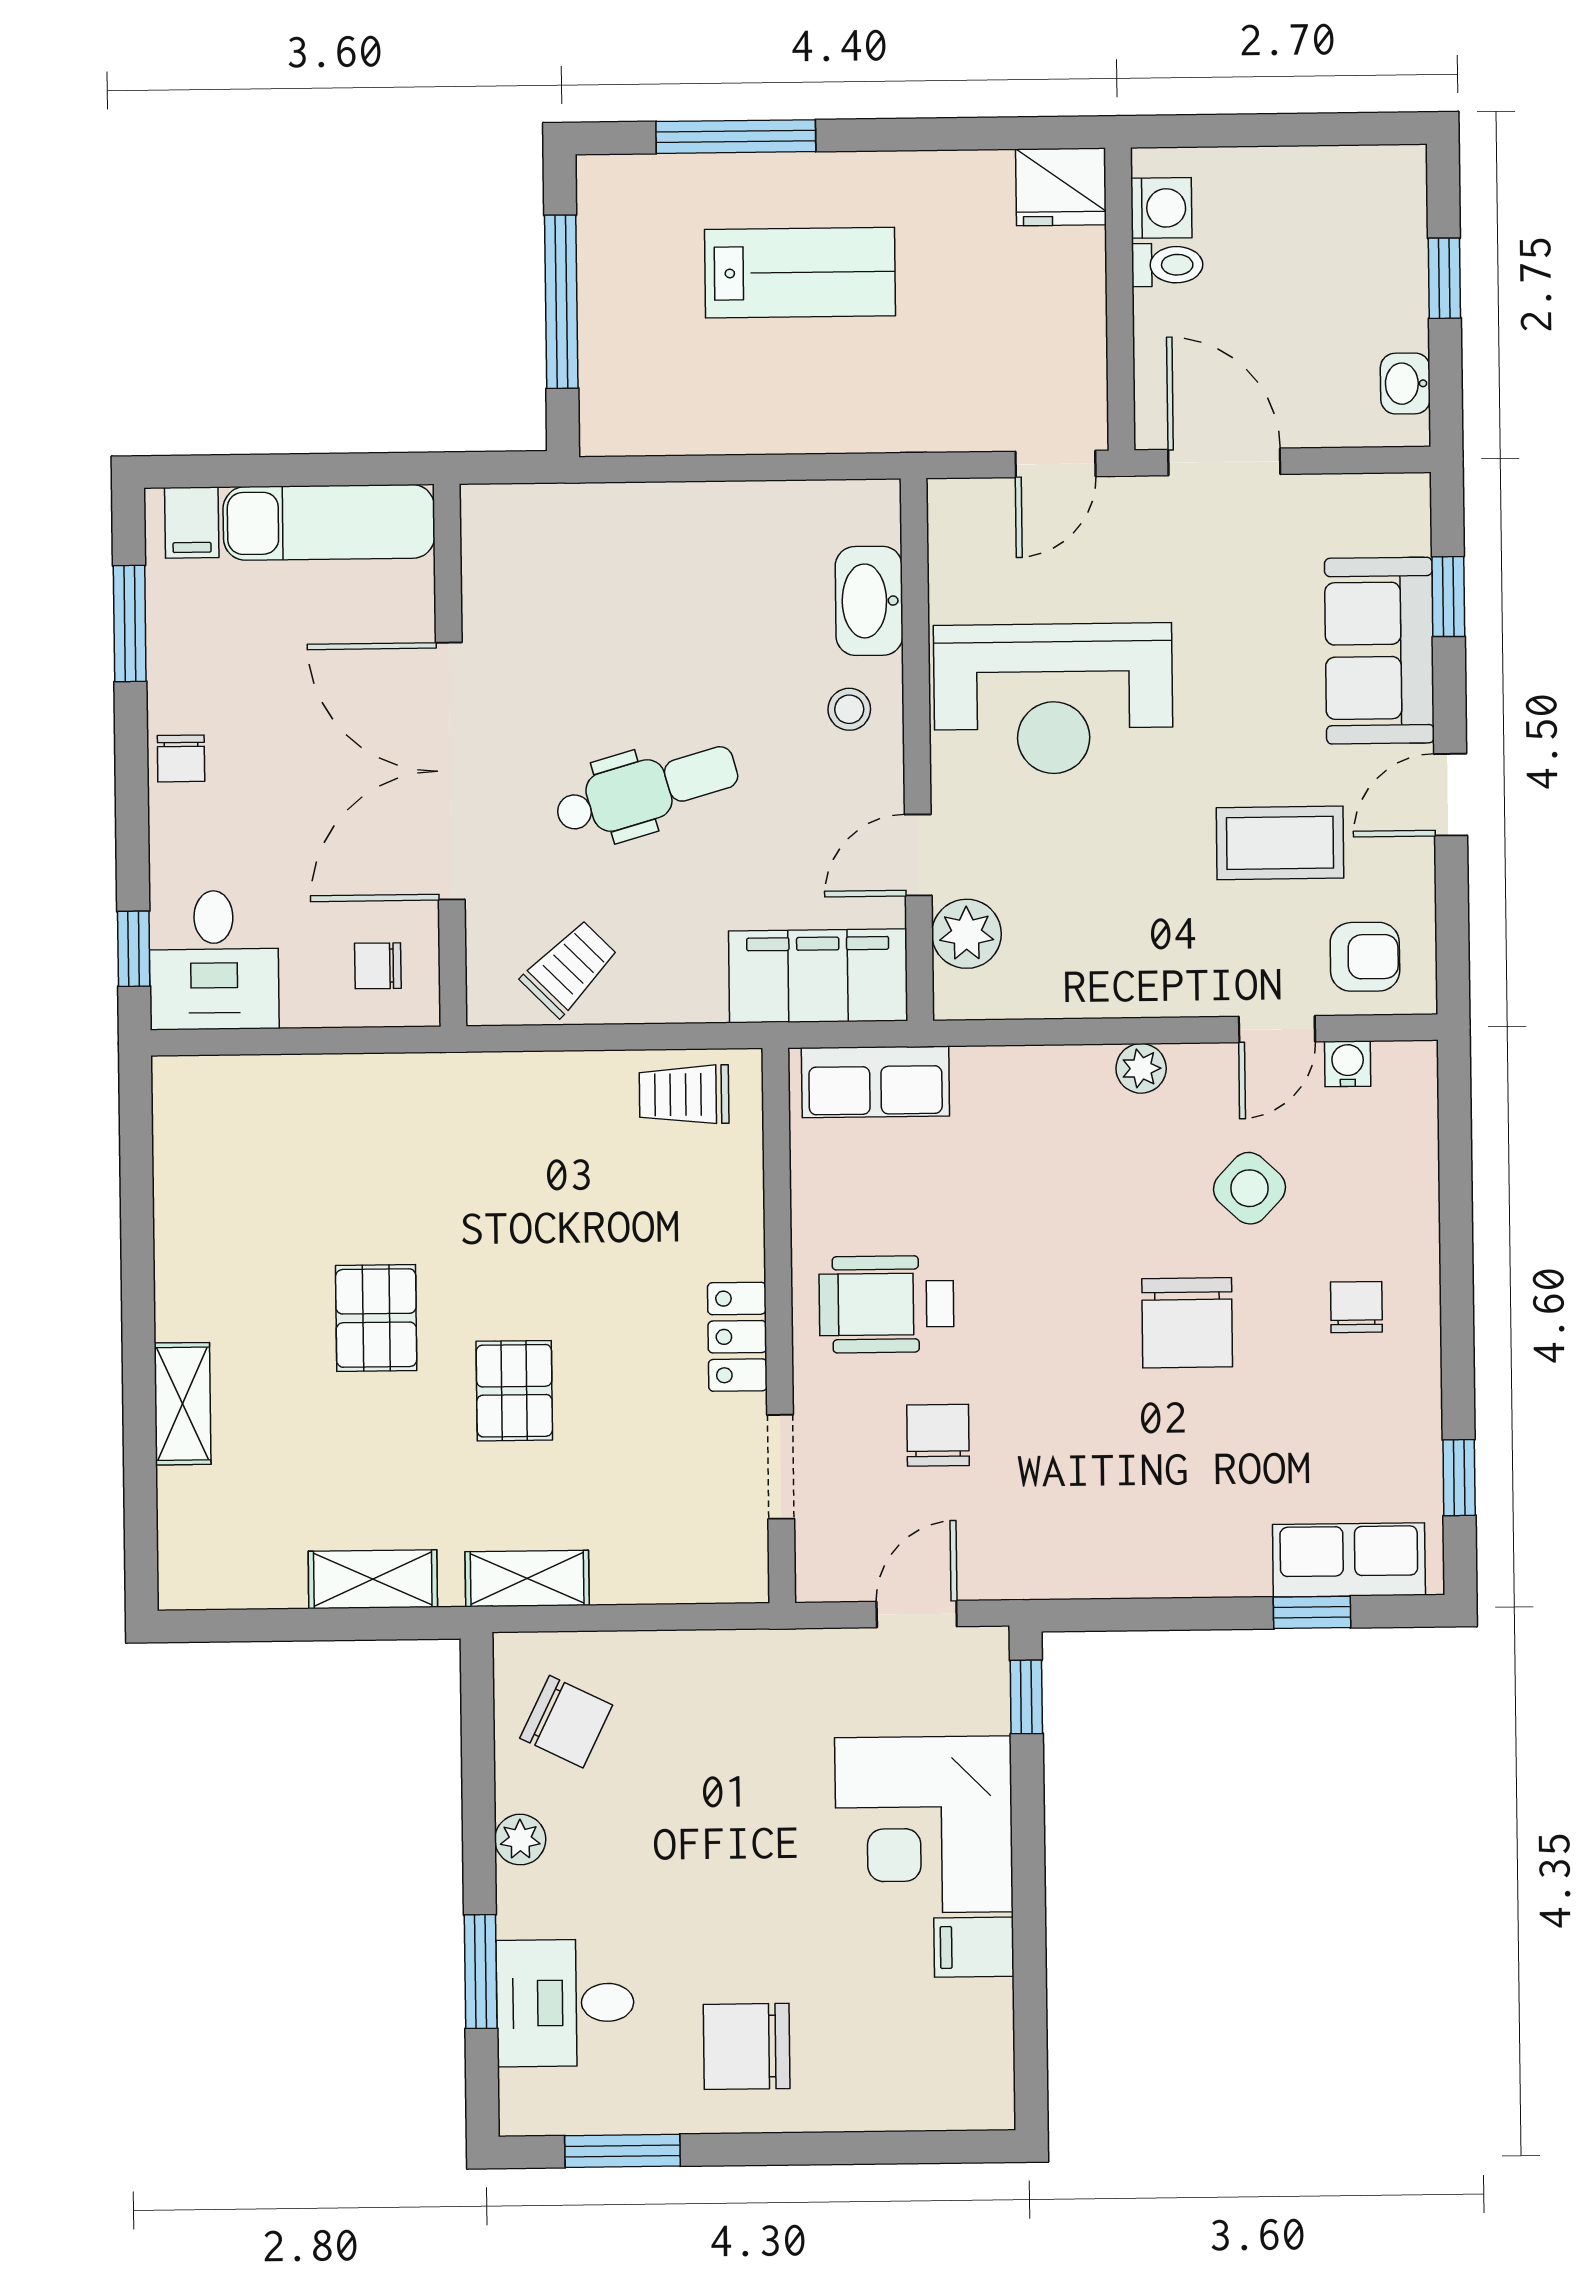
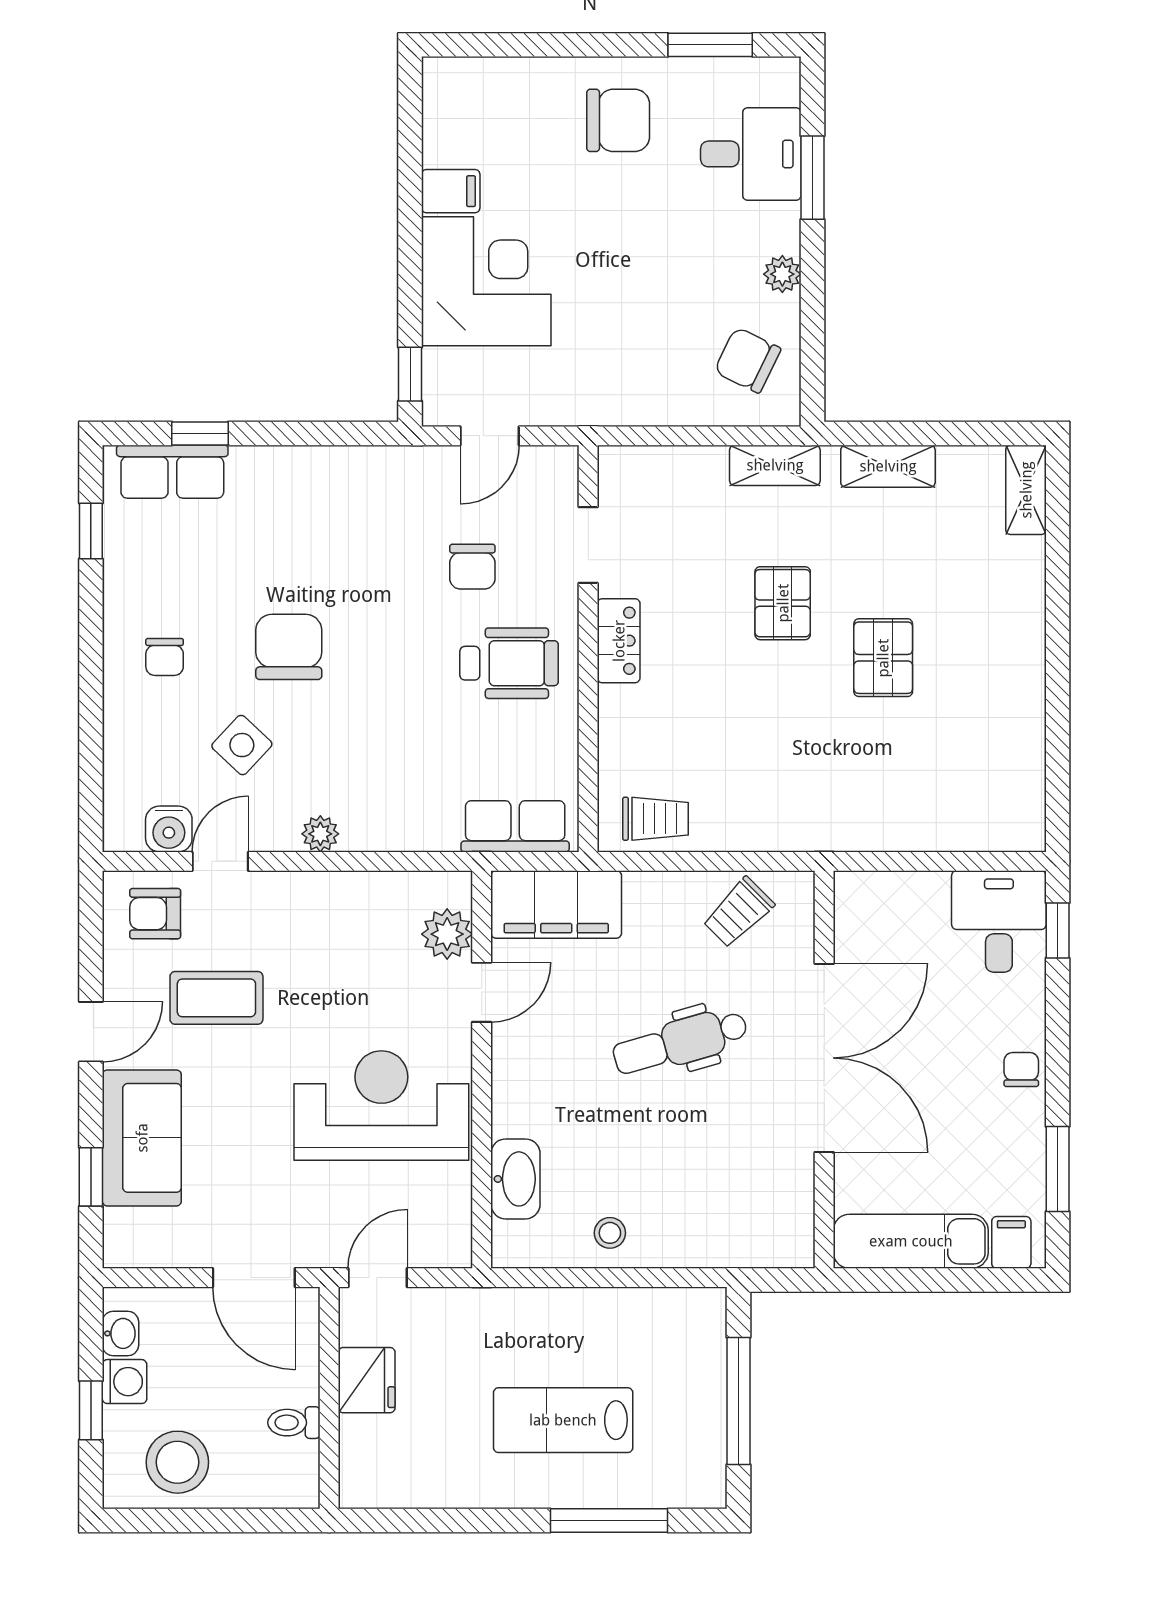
fridge: (1061, 187) -> (367, 1380), moved, turned 90
washing machine: (1161, 208) -> (125, 1382), moved, turned 180
stool: (1325, 209) -> (177, 1462), added
stool: (849, 709) -> (610, 1233), moved
chair: (378, 966) -> (879, 916), removed
water cooler: (1348, 1064) -> (169, 829), width x1.38, depth x1.38
shelving: (183, 1404) -> (1026, 490), moved

